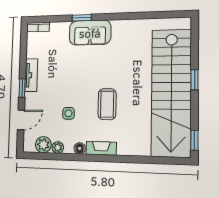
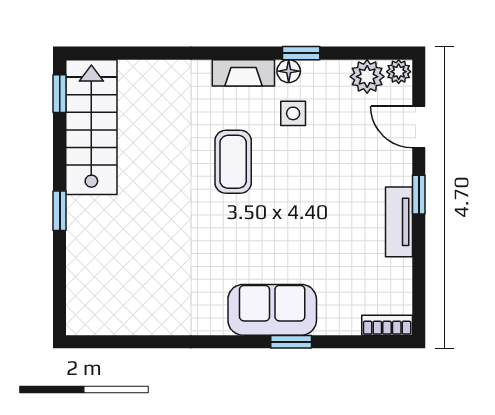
stairs: (171, 93) -> (91, 127), width x0.54, depth x0.66
side table: (68, 113) -> (293, 113), moved
door: (21, 120) -> (419, 127), hinge flipped
plant: (58, 147) -> (399, 72), moved
window: (74, 157) -> (301, 53), added

